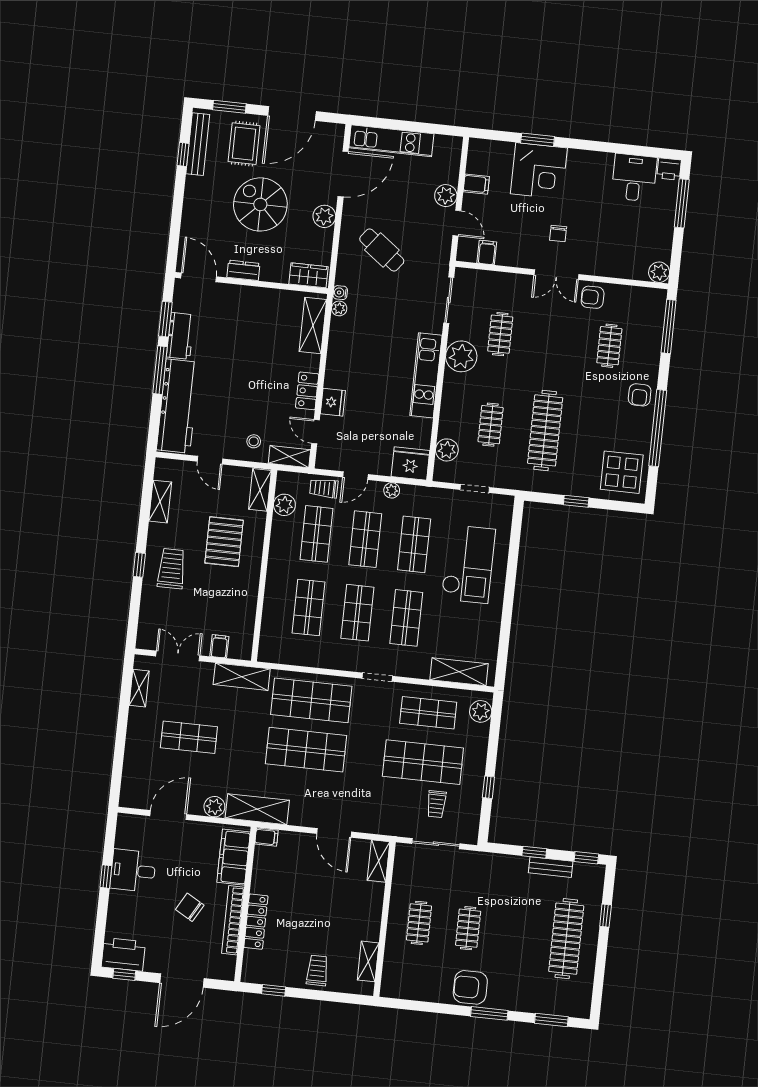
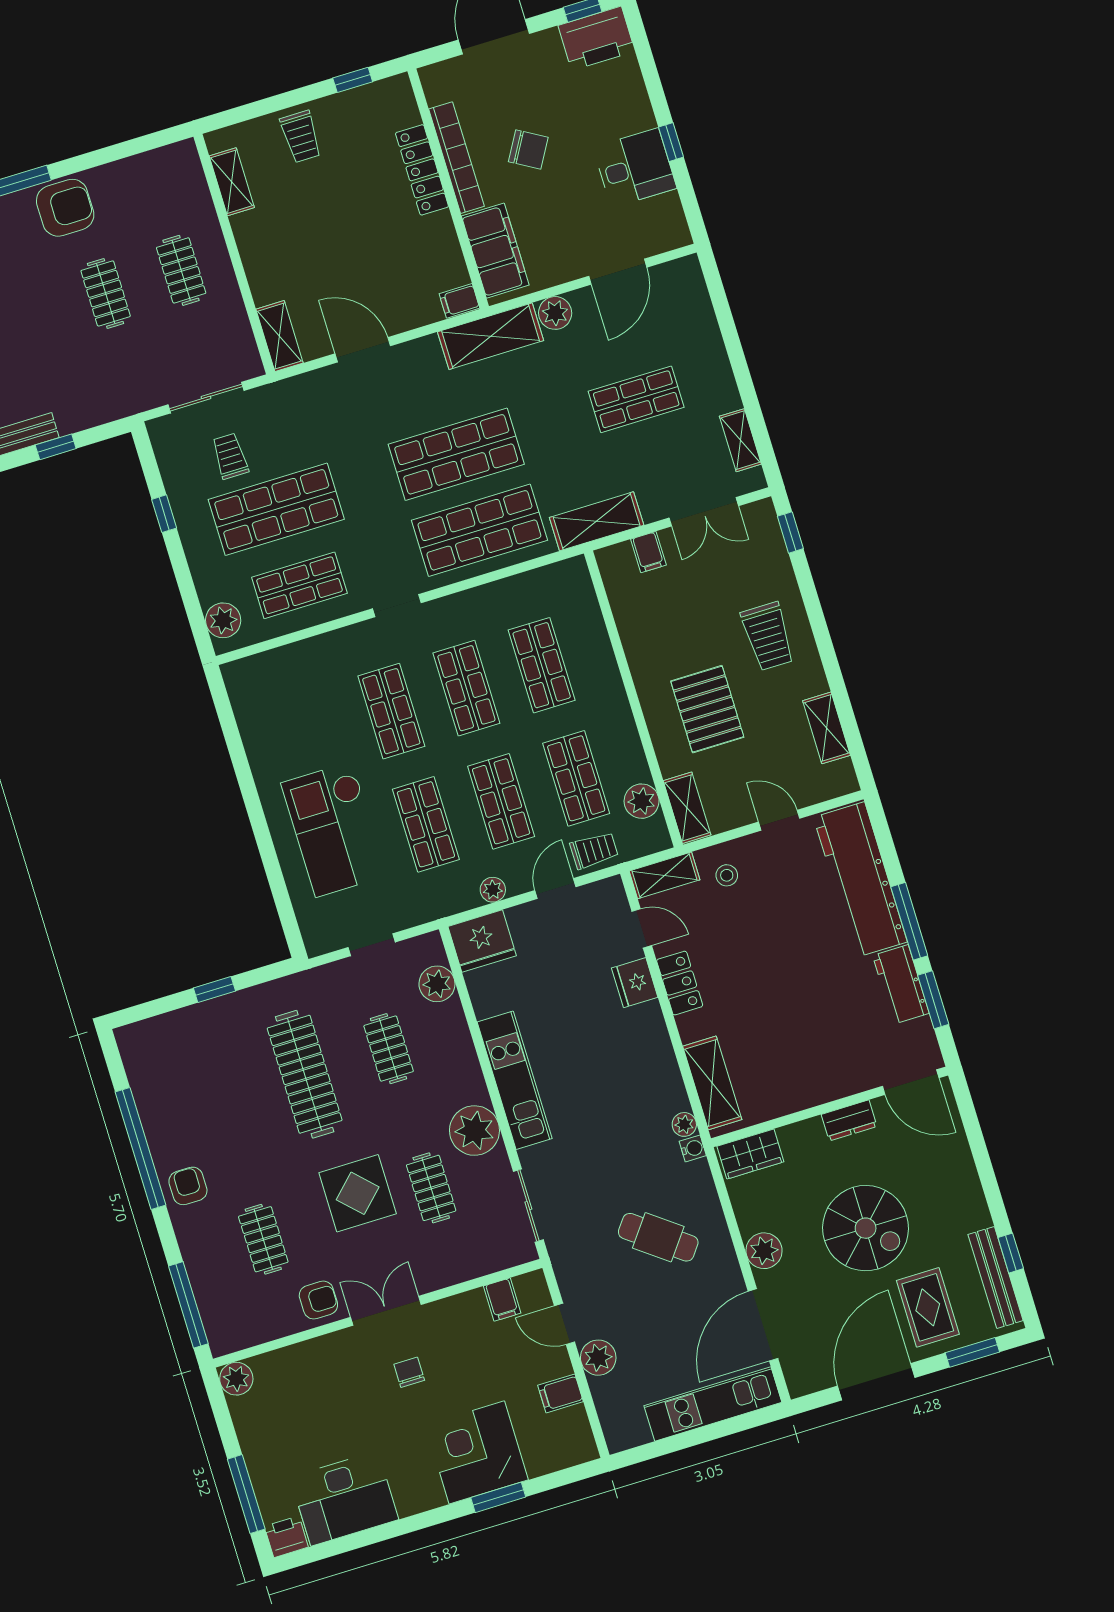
desk: (634, 178) -> (344, 1498), width x1.37
display table: (622, 472) -> (358, 1193), moved
window: (139, 565) -> (790, 532), moved
shelving: (459, 672) -> (280, 665), removed

